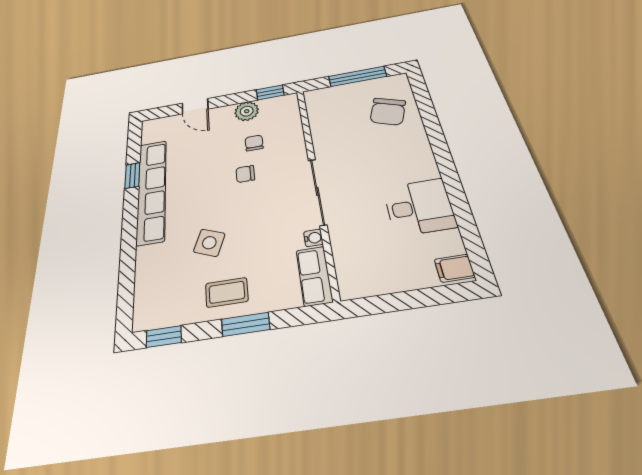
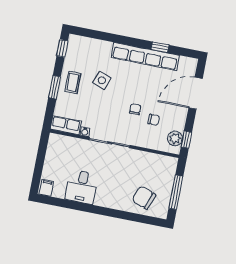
door: (195, 106) -> (196, 93), width x1.87
plant: (247, 111) -> (175, 138), moved

